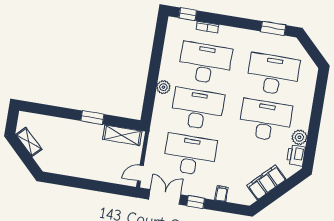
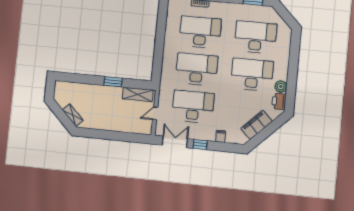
plant: (163, 87) -> (168, 54), removed
shelving: (29, 142) -> (73, 115), moved
door: (140, 173) -> (155, 113), moved

